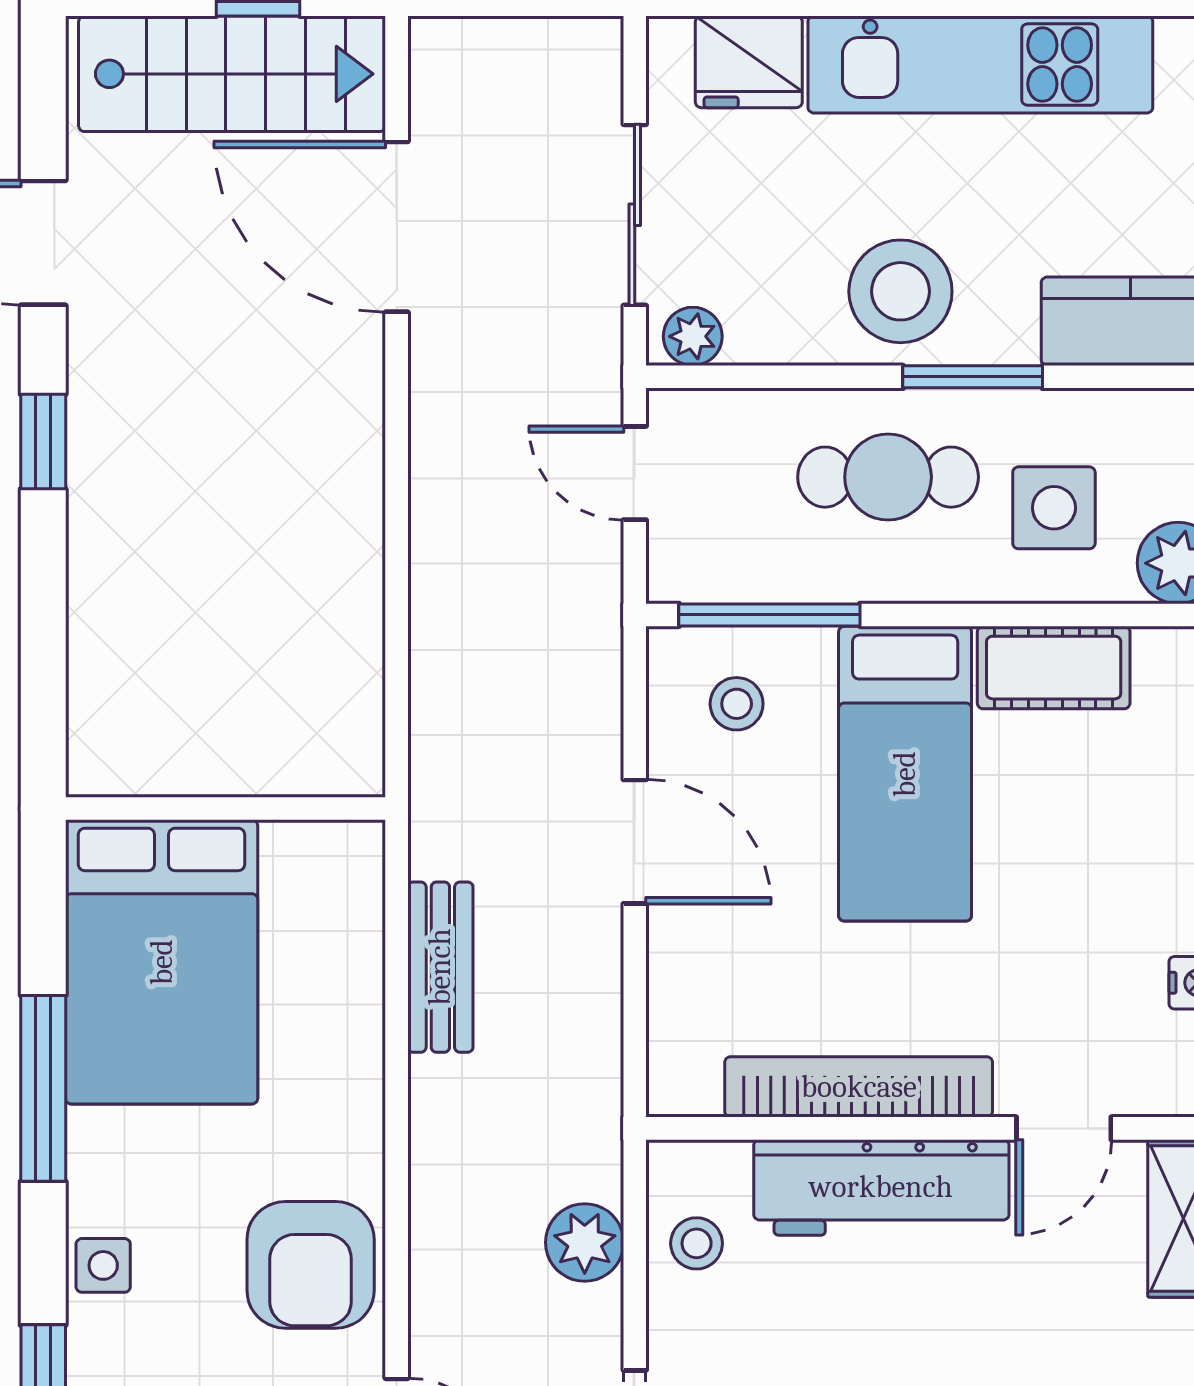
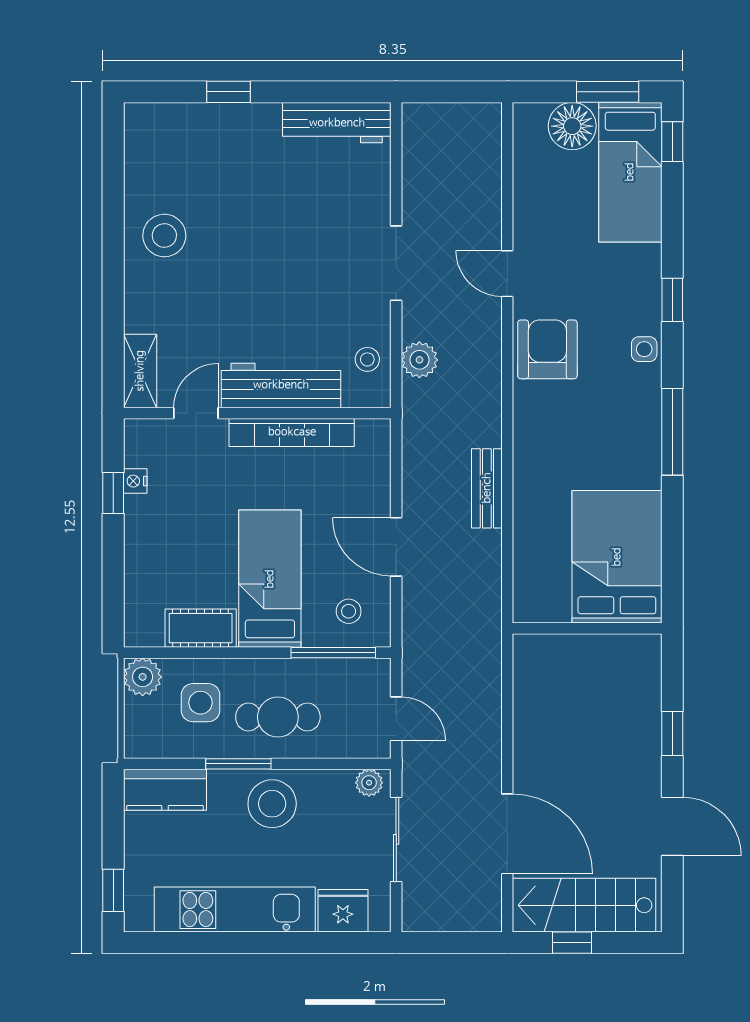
wall: (225, 808) -> (587, 628), moved
bed: (162, 962) -> (617, 557), moved

